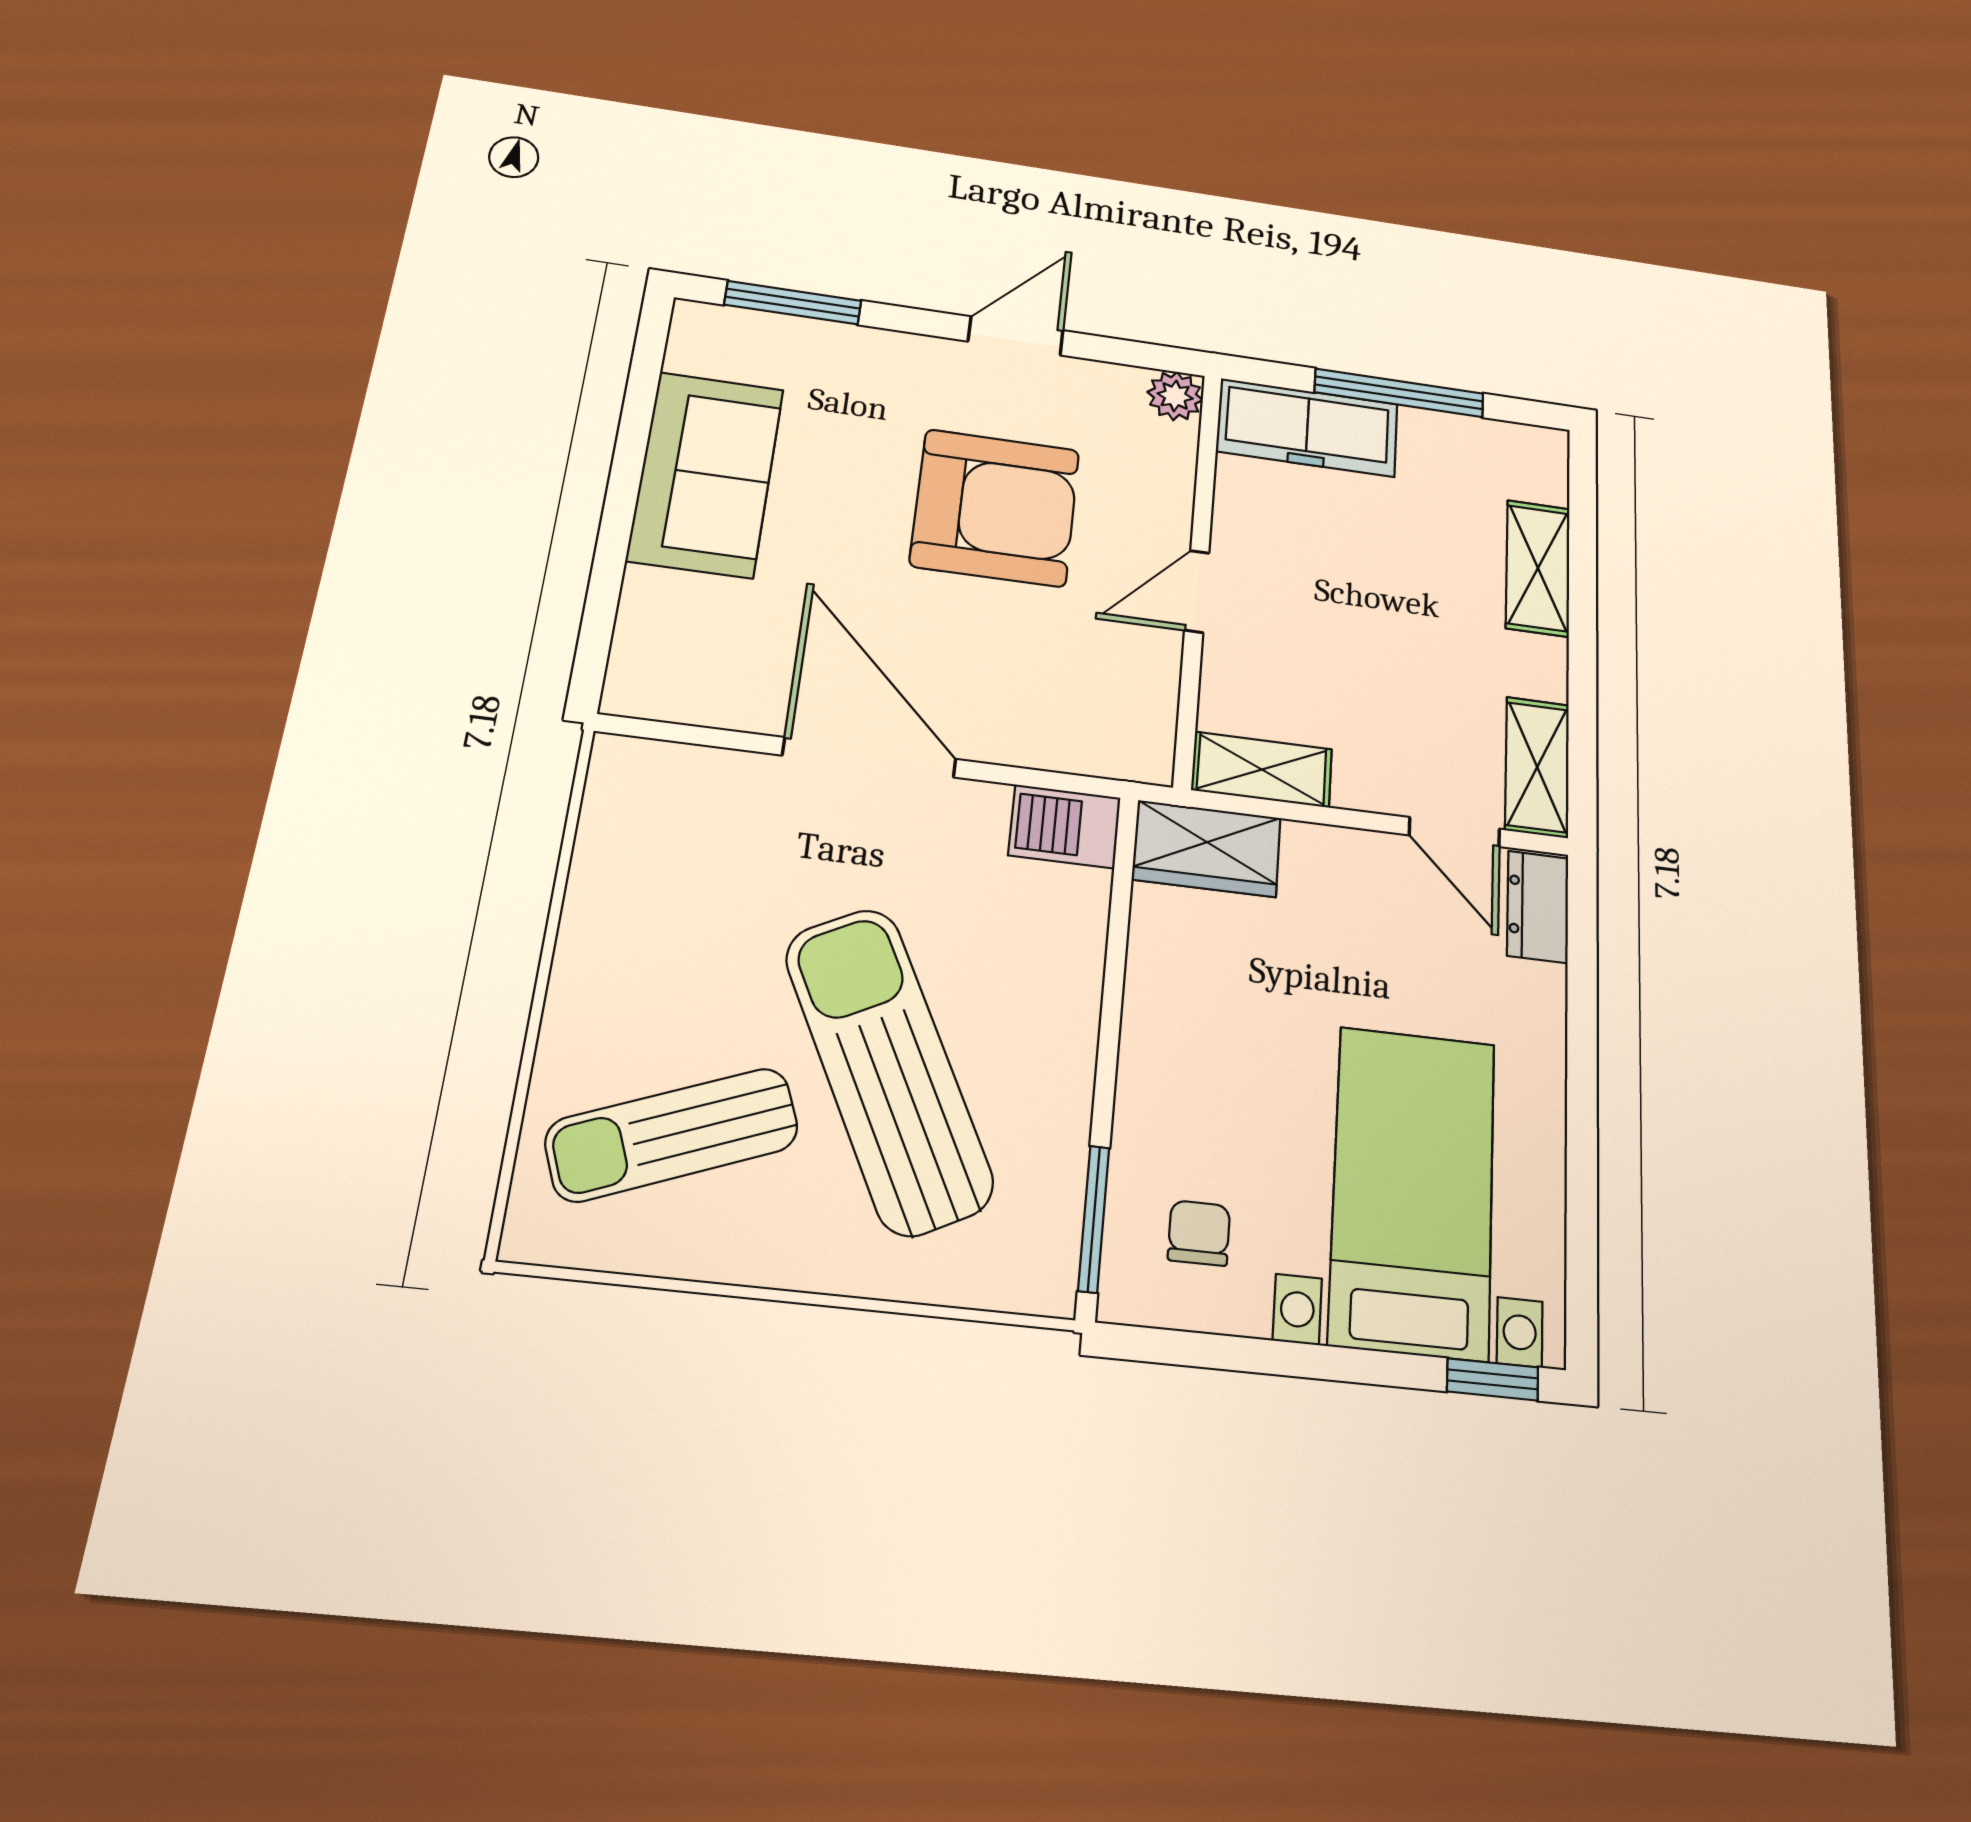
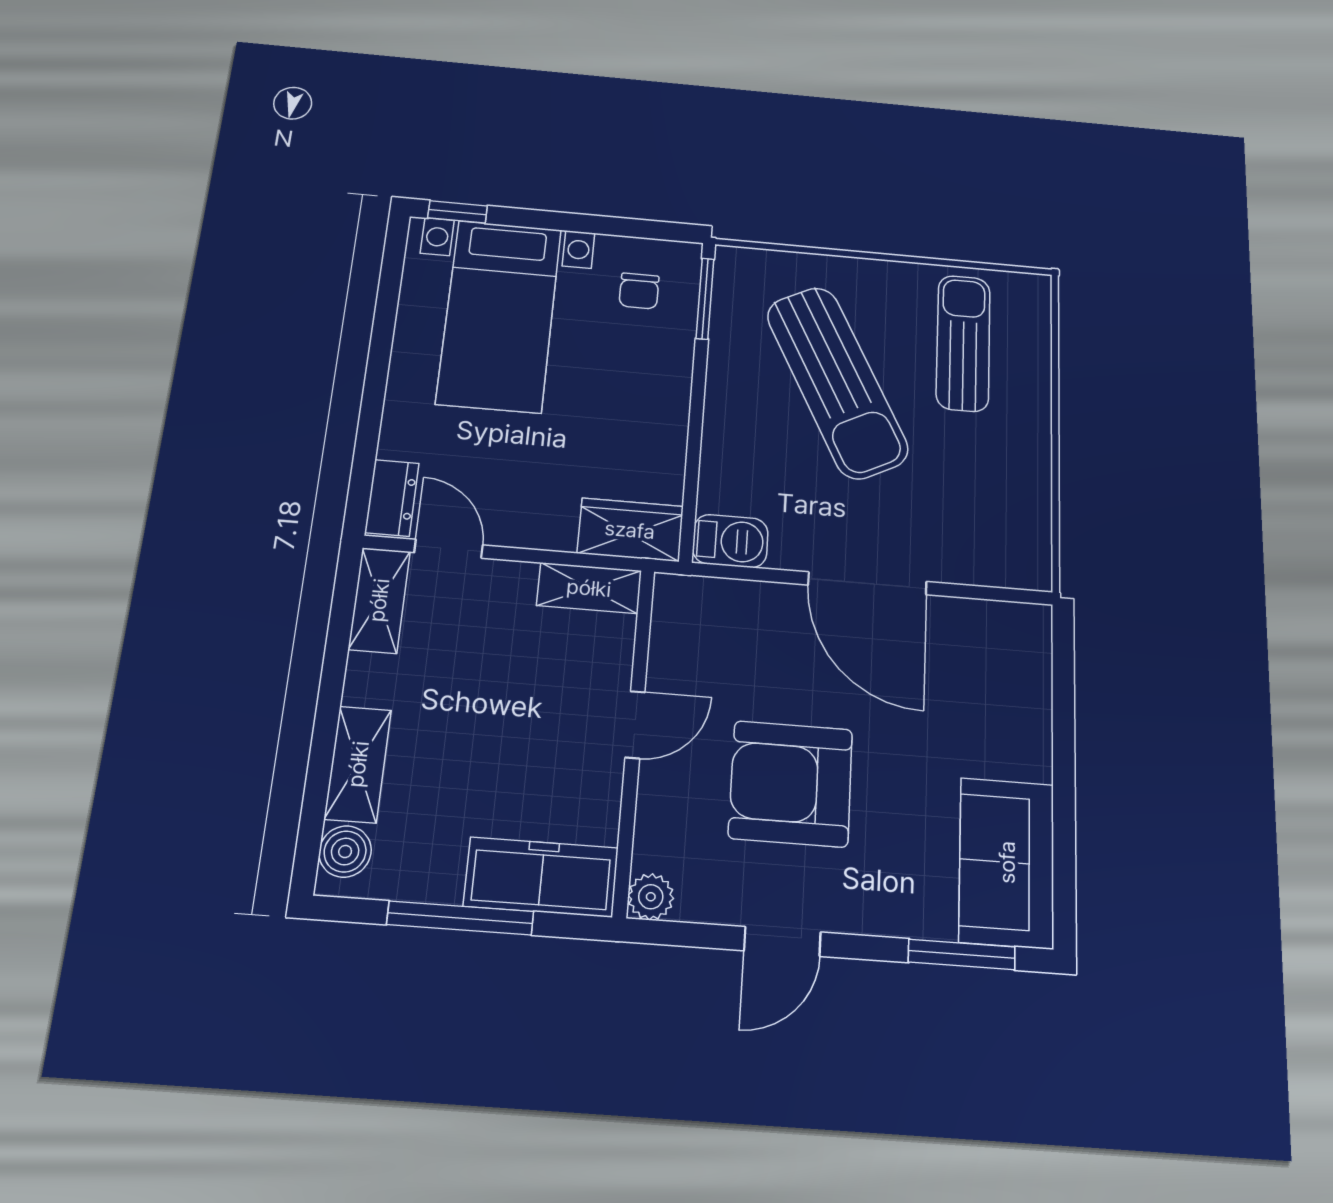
boiler: (1540, 473) -> (345, 852), added
sofa: (706, 474) -> (1007, 862), moved
sun lounger: (672, 1135) -> (963, 343), turned -69

